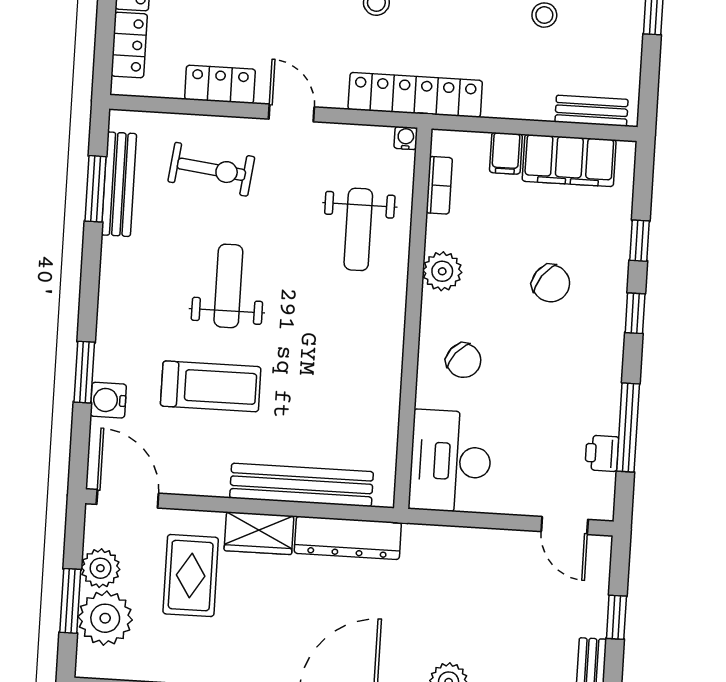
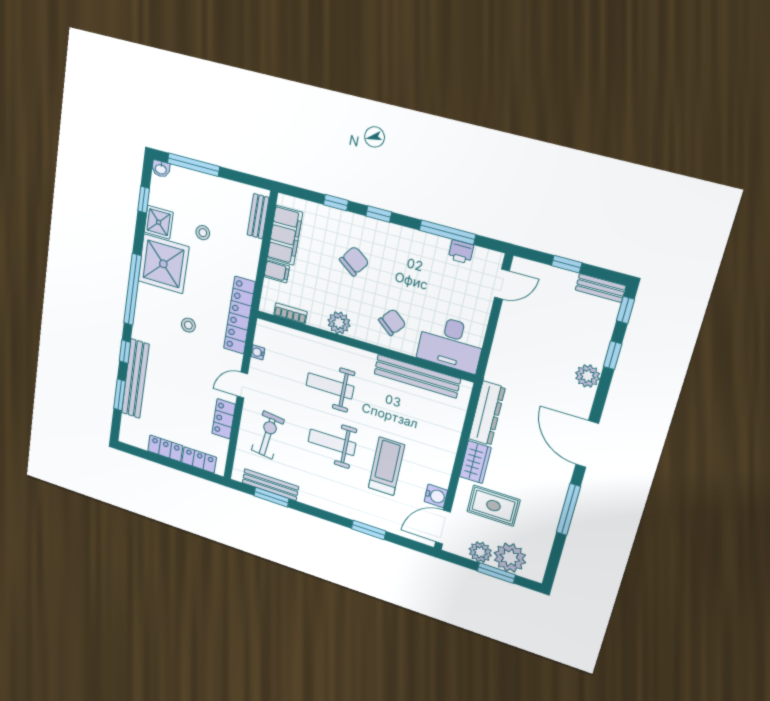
water cooler: (406, 138) -> (258, 352), moved
weight bench: (358, 229) -> (330, 386), moved, turned 180
water cooler: (108, 400) -> (436, 496), moved, turned -90
bench: (302, 485) -> (417, 376), moved, turned 90

